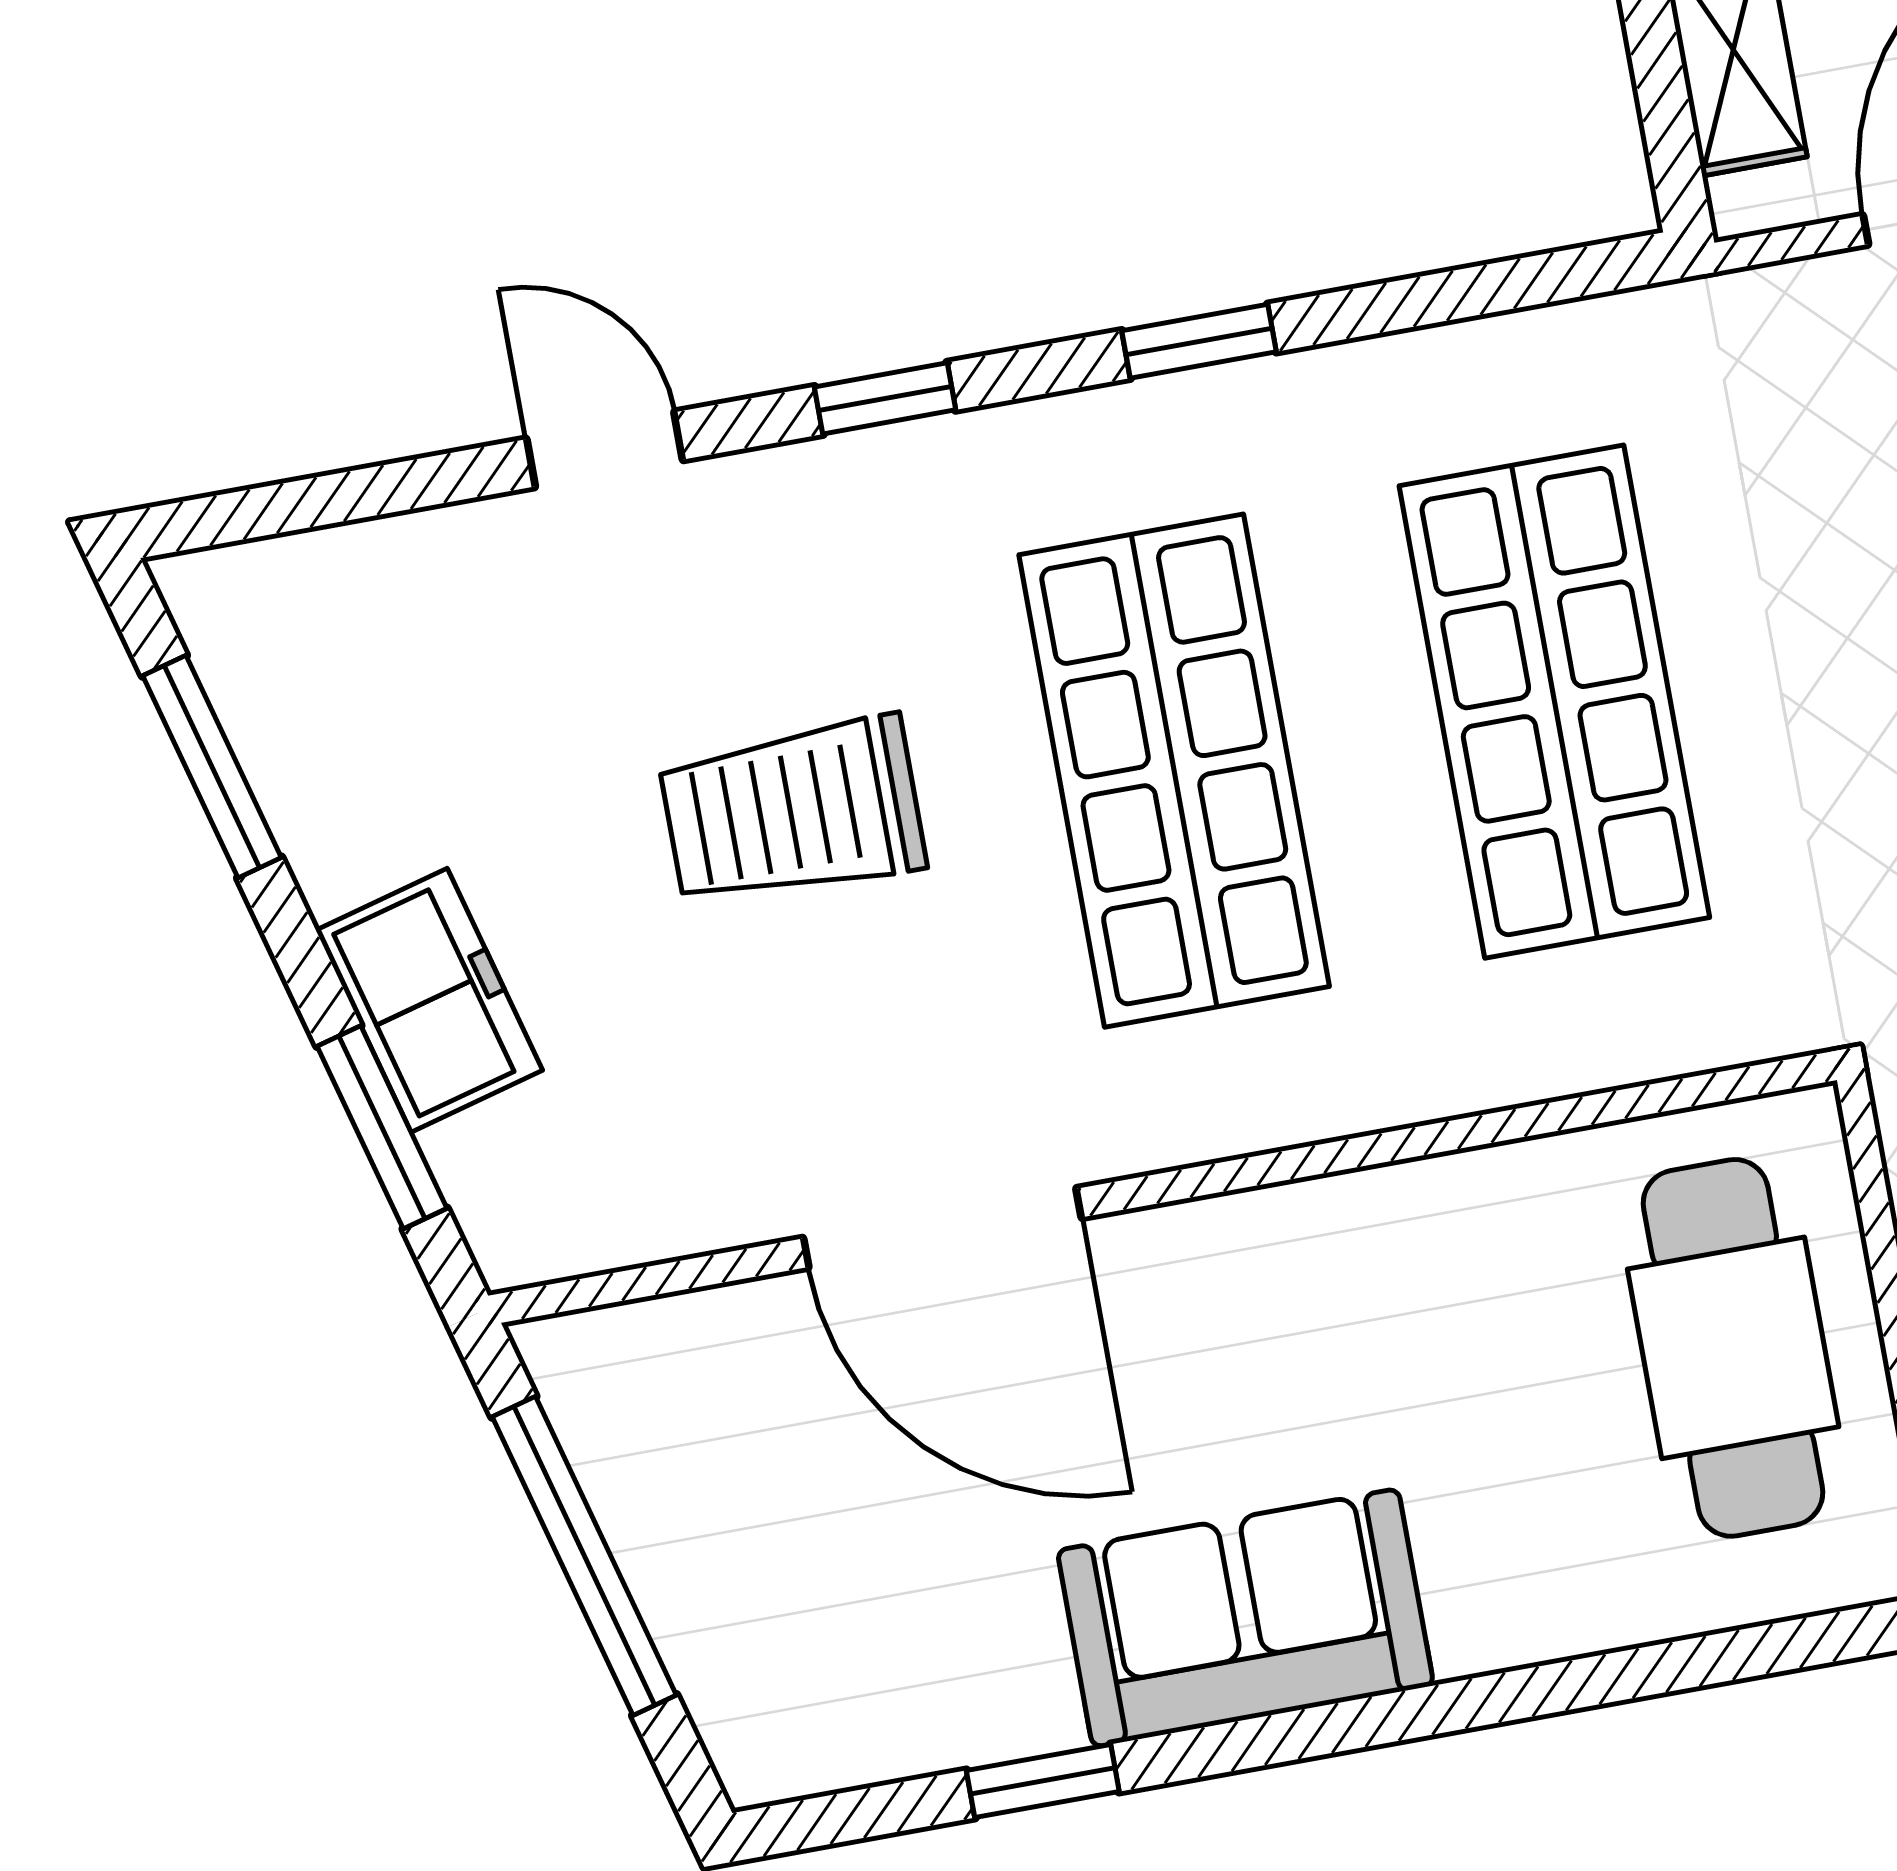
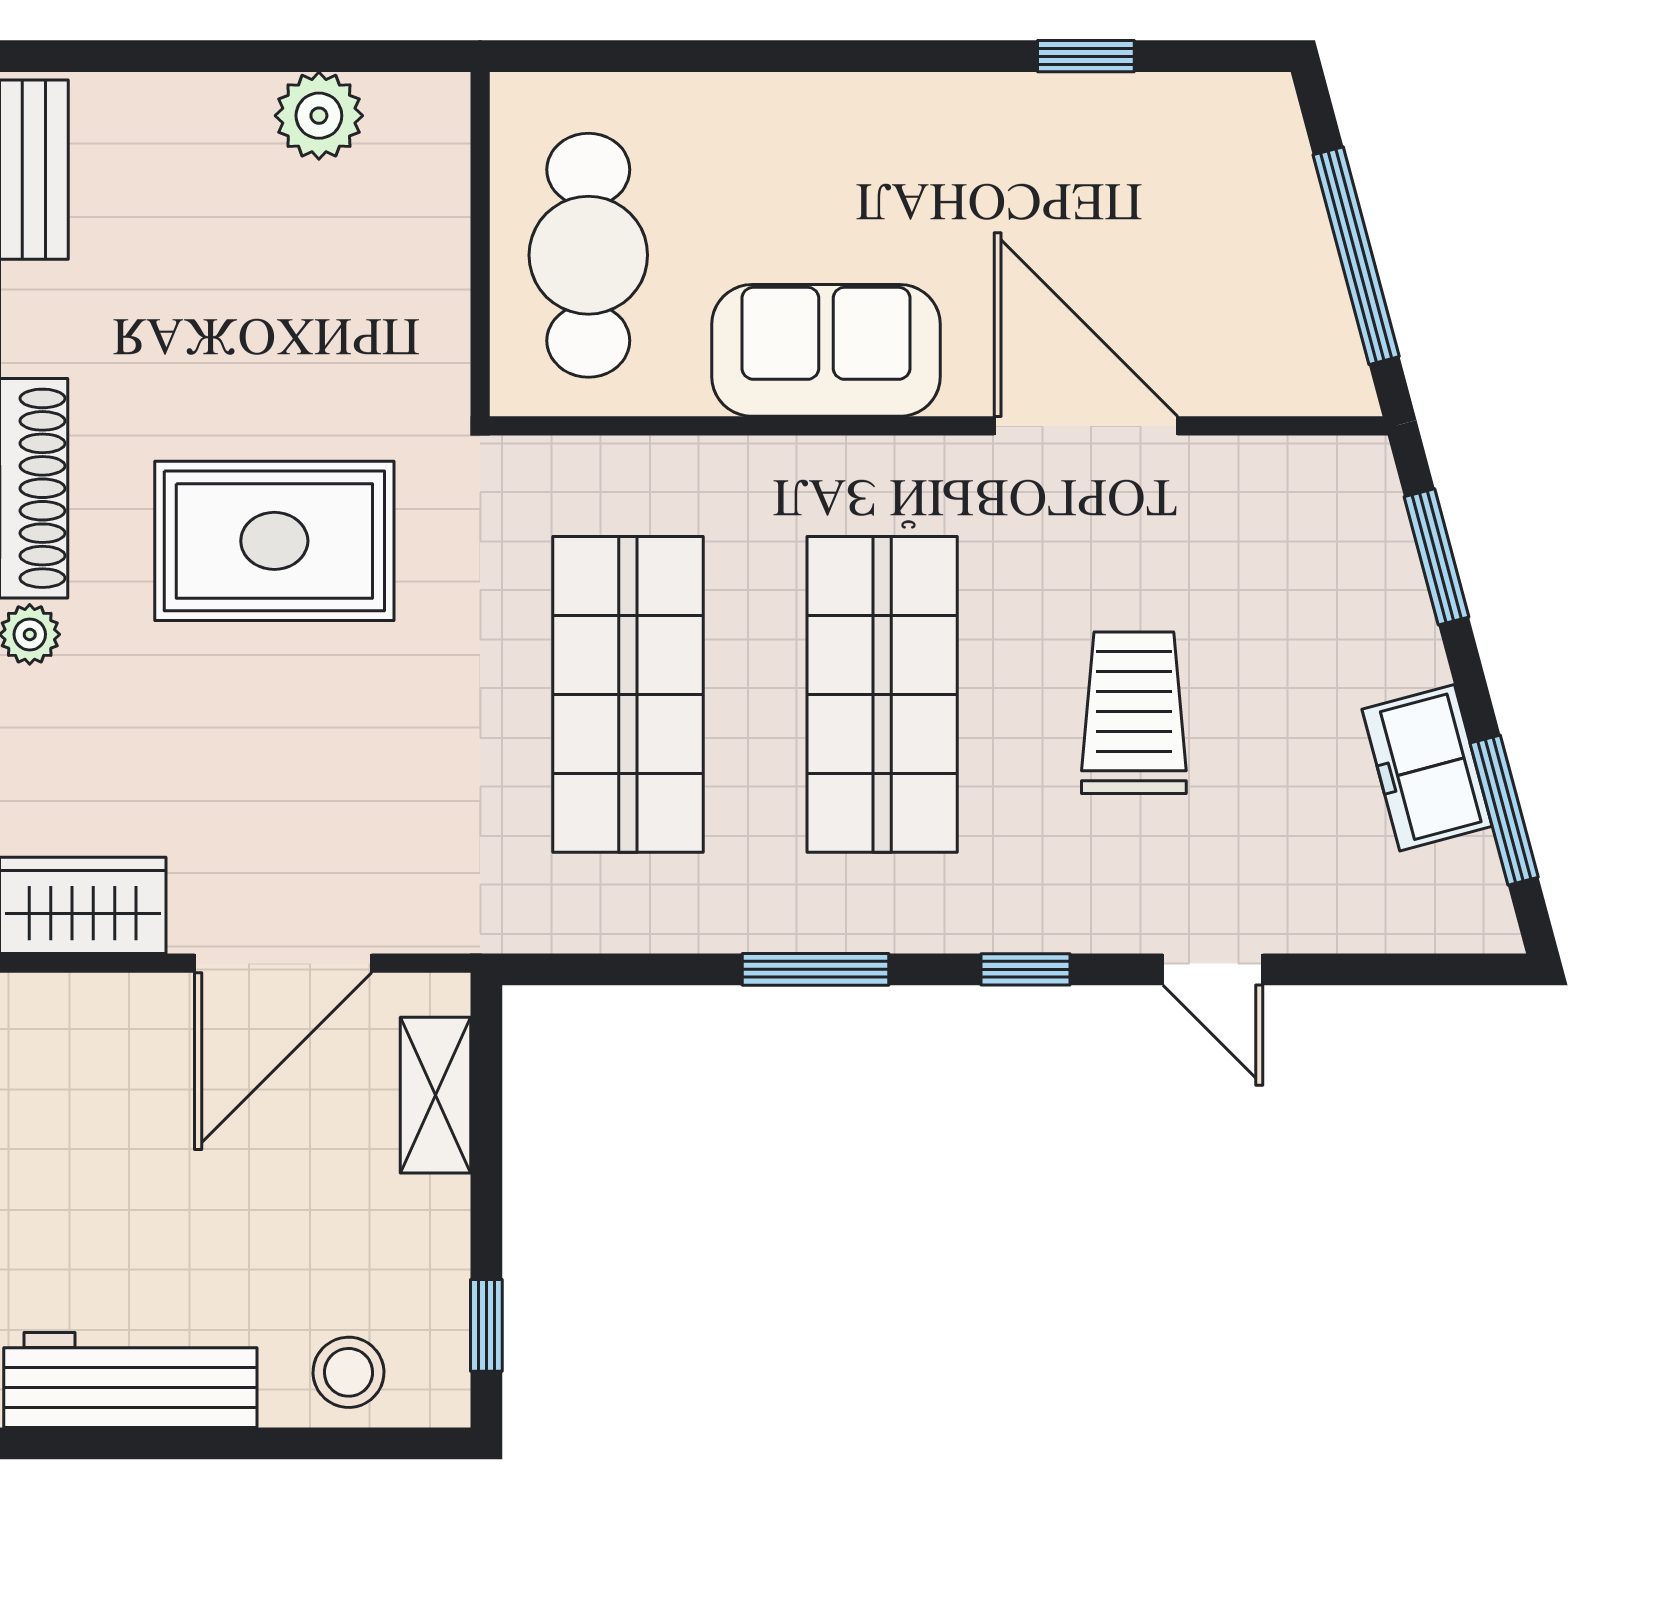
window: (1199, 341) -> (816, 969), width x1.50
trolley: (792, 812) -> (1134, 713), turned -90
freezer: (429, 1000) -> (1427, 768), moved
sofa: (1245, 1618) -> (826, 350), moved, turned 180

